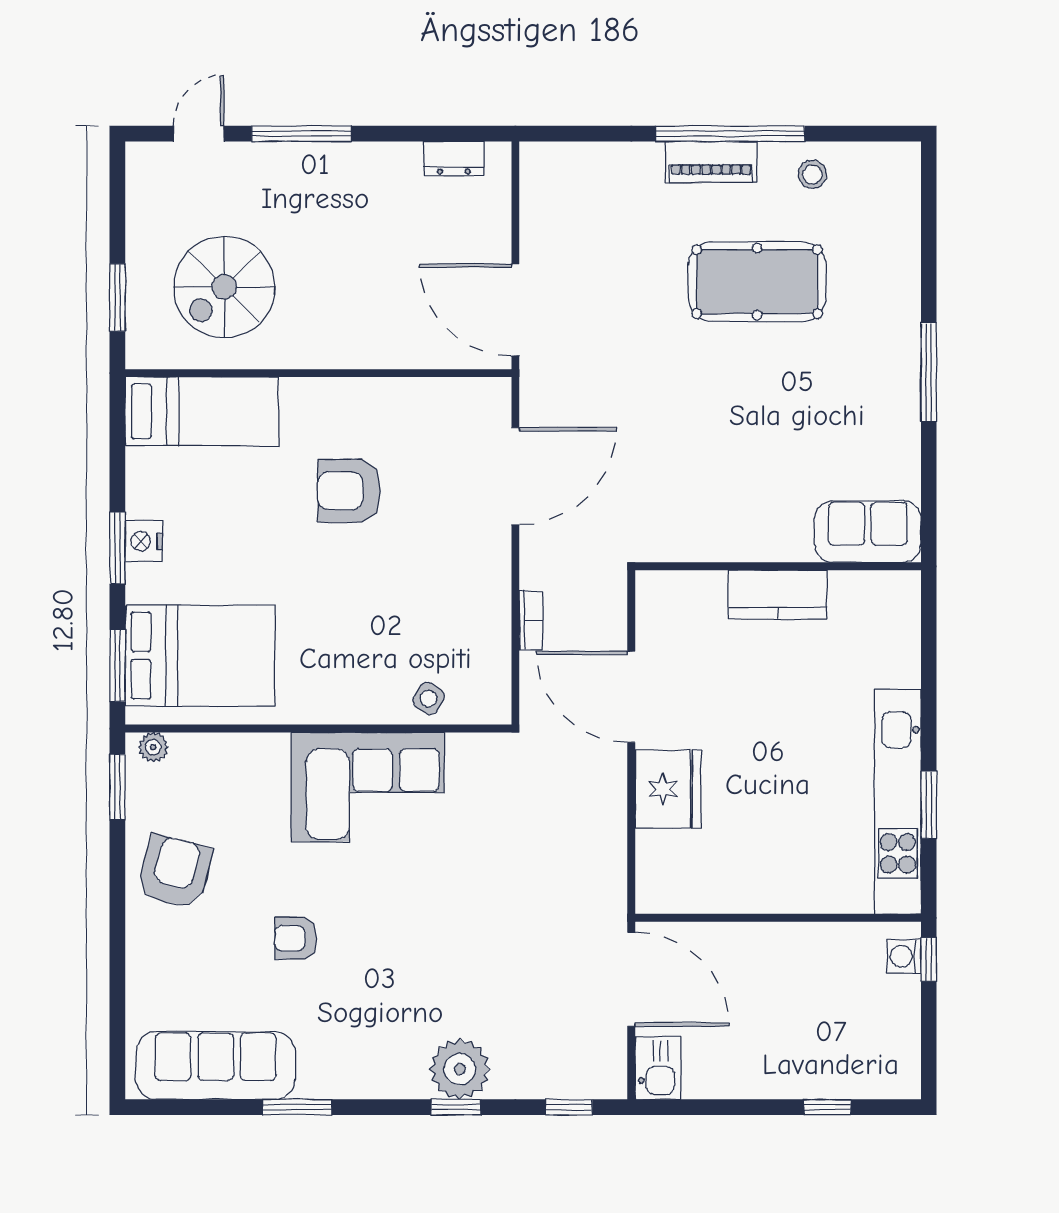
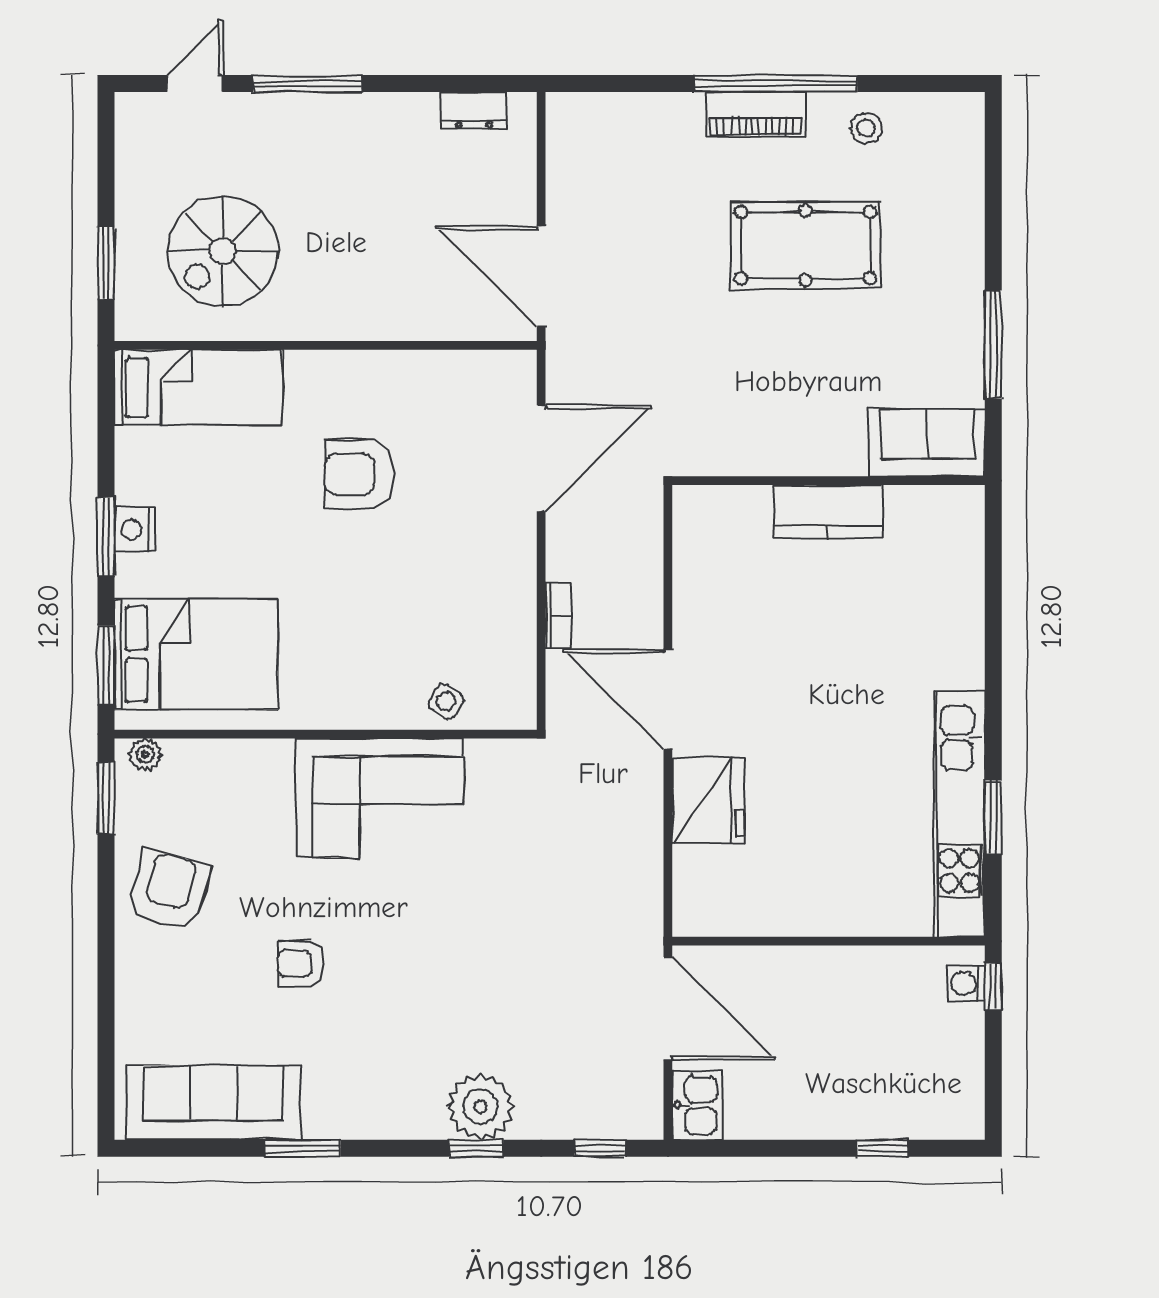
sofa: (868, 532) -> (927, 443), moved
wall: (778, 566) -> (829, 481), moved
kitchen counter: (778, 595) -> (828, 512), moved

